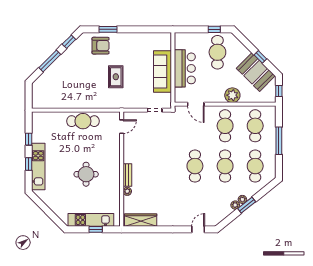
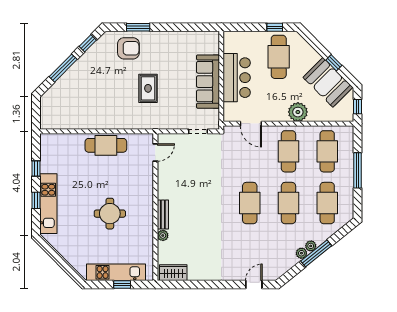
window: (247, 205) -> (316, 253), width x1.44
wardrobe: (141, 220) -> (173, 273), width x0.67

